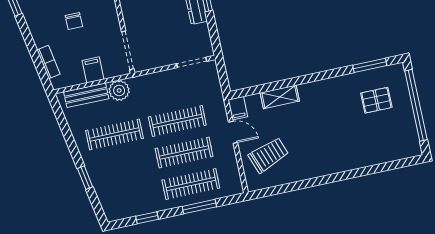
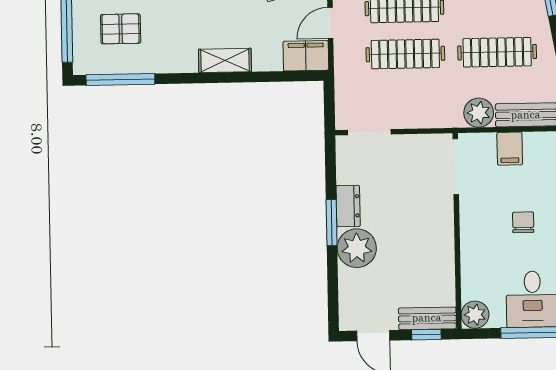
window: (370, 65) -> (120, 79), width x1.44
shelving: (280, 97) -> (225, 60), moved
filing cabinet: (238, 108) -> (306, 56), width x2.00
door: (233, 132) -> (330, 23), hinge flipped

